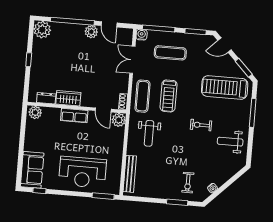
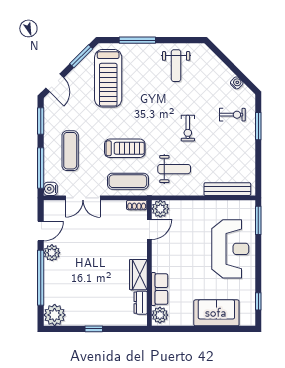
row of seats: (74, 116) -> (160, 289), moved
exercise bike: (201, 125) -> (188, 128), moved
sofa: (32, 170) -> (216, 313), moved

